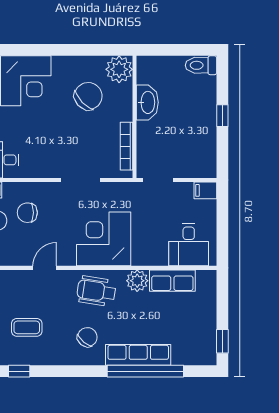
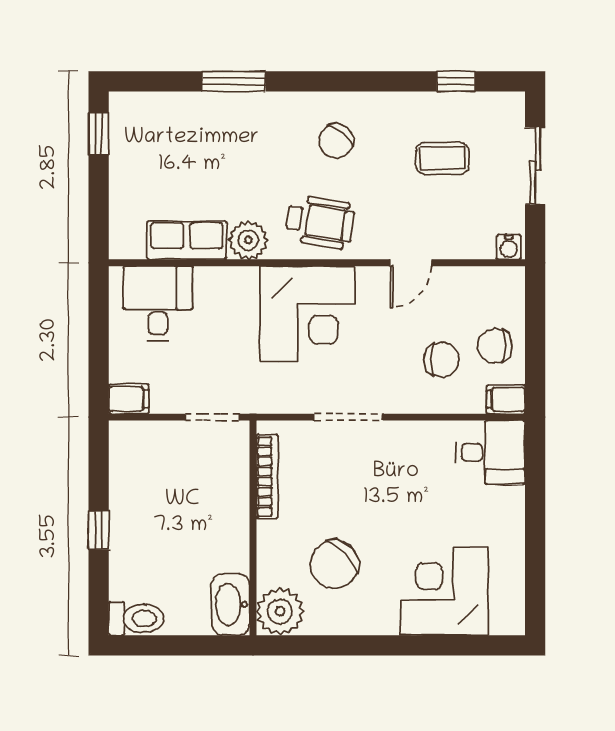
washbasin: (147, 102) -> (231, 604), moved
row of seats: (138, 355) -> (247, 110), removed
window: (145, 371) -> (234, 81), width x0.47

